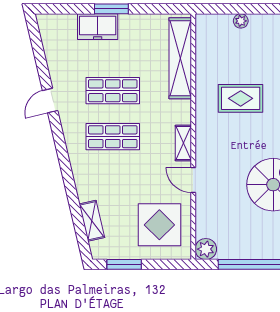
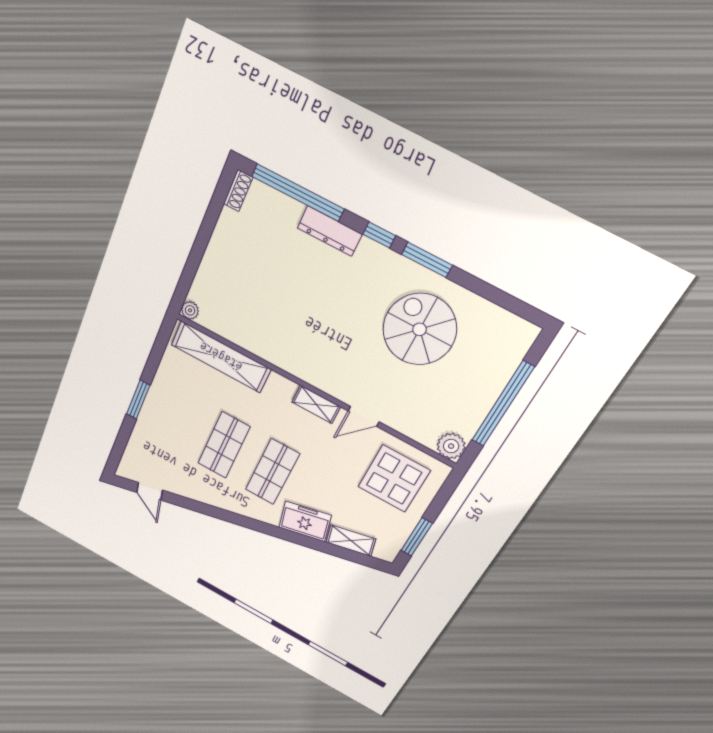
plant: (241, 21) -> (190, 310), moved
freezer: (98, 27) -> (305, 521), moved, turned -103
rug: (241, 98) -> (297, 314), removed
door: (50, 101) -> (150, 491), moved

